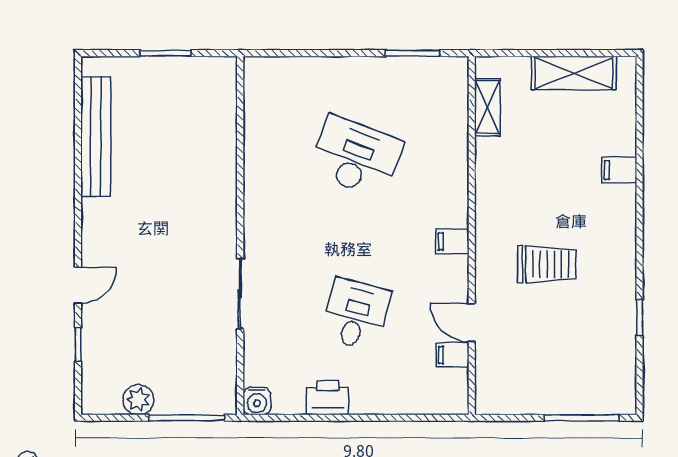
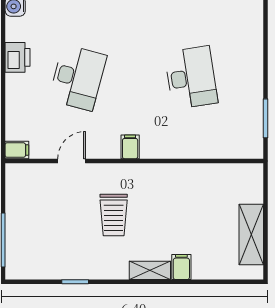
shelving: (487, 107) -> (150, 270), moved
desk: (356, 157) -> (191, 78), turned -30
desk: (356, 314) -> (78, 78), width x1.37
filing cabinet: (452, 355) -> (17, 150), moved, turned 90

